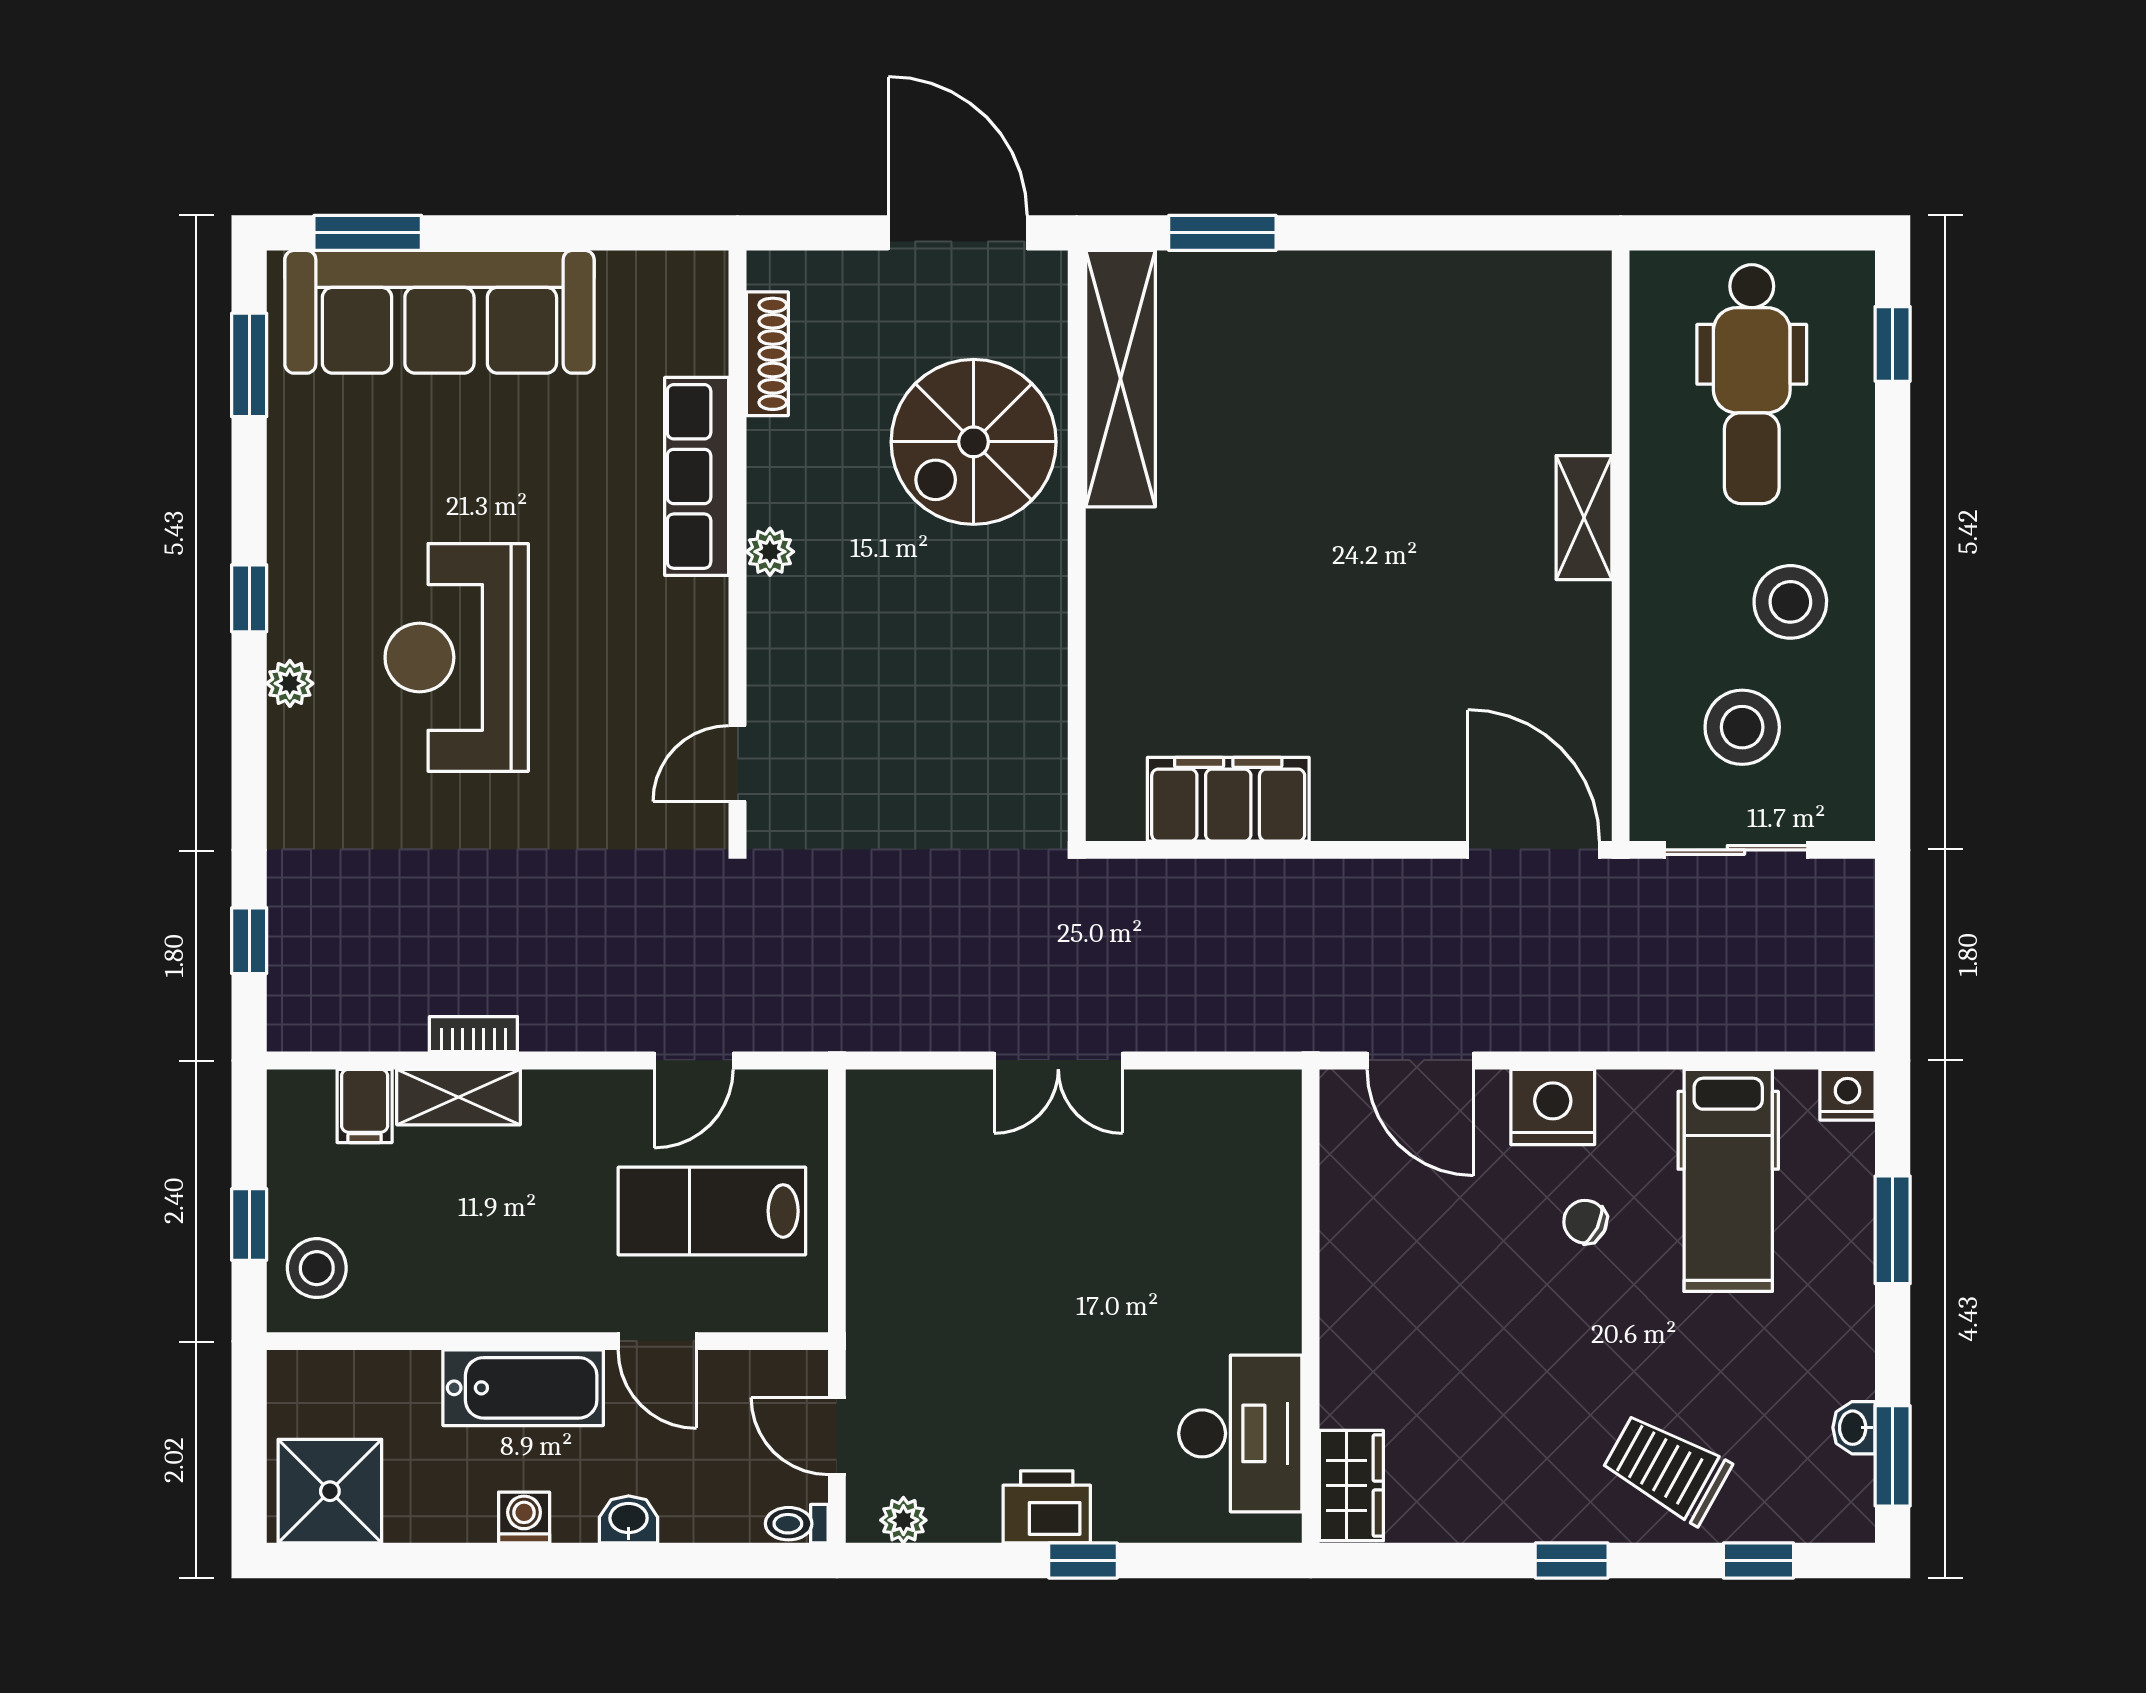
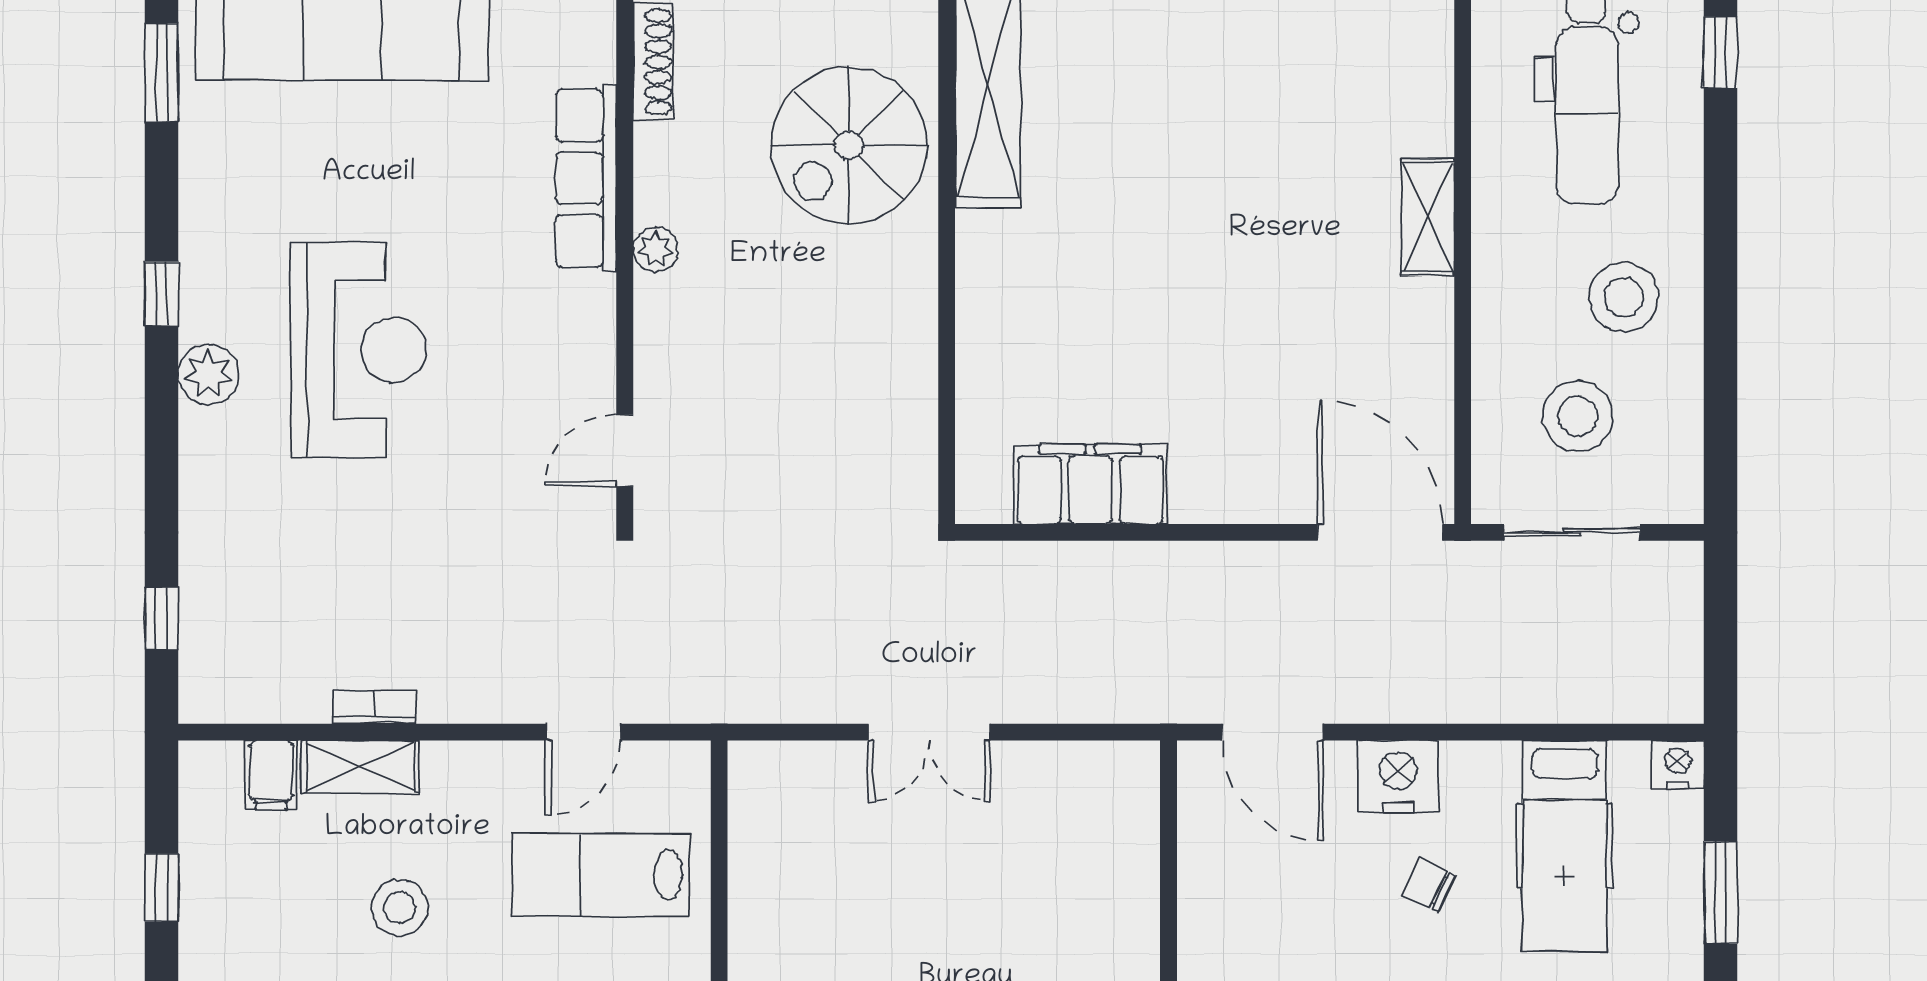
reception desk: (457, 657) -> (358, 350), turned 180
plant: (290, 683) -> (208, 374), width x1.38, depth x1.38
stool: (317, 1268) -> (400, 908), moved

